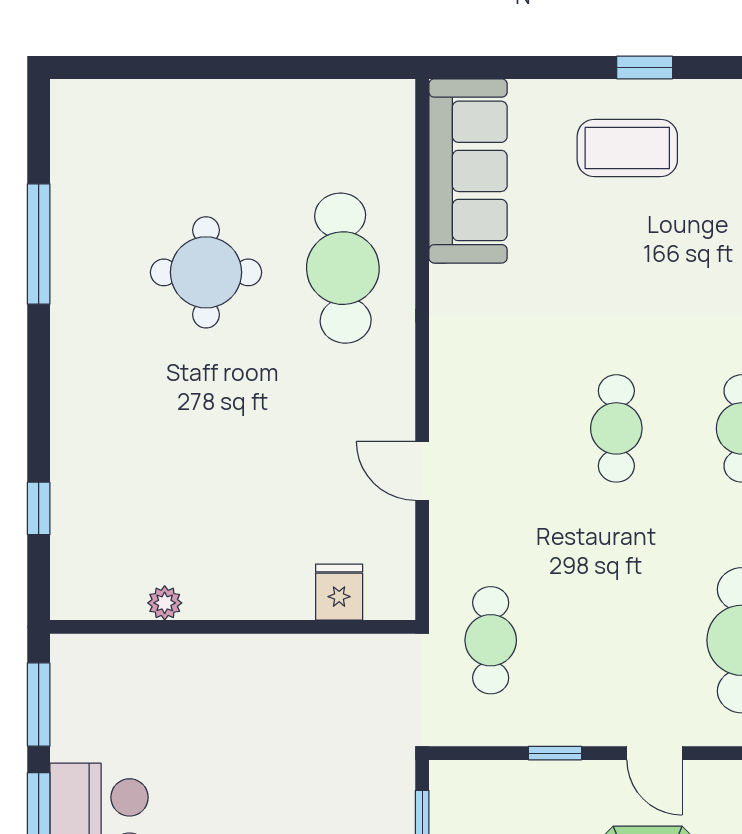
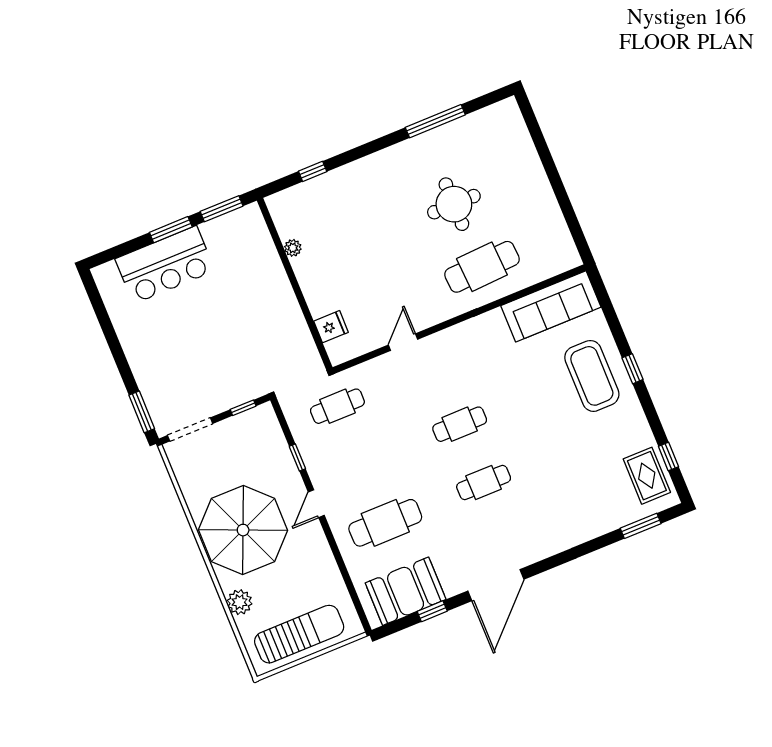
coffee table: (627, 148) -> (592, 376), width x1.36, depth x1.32

